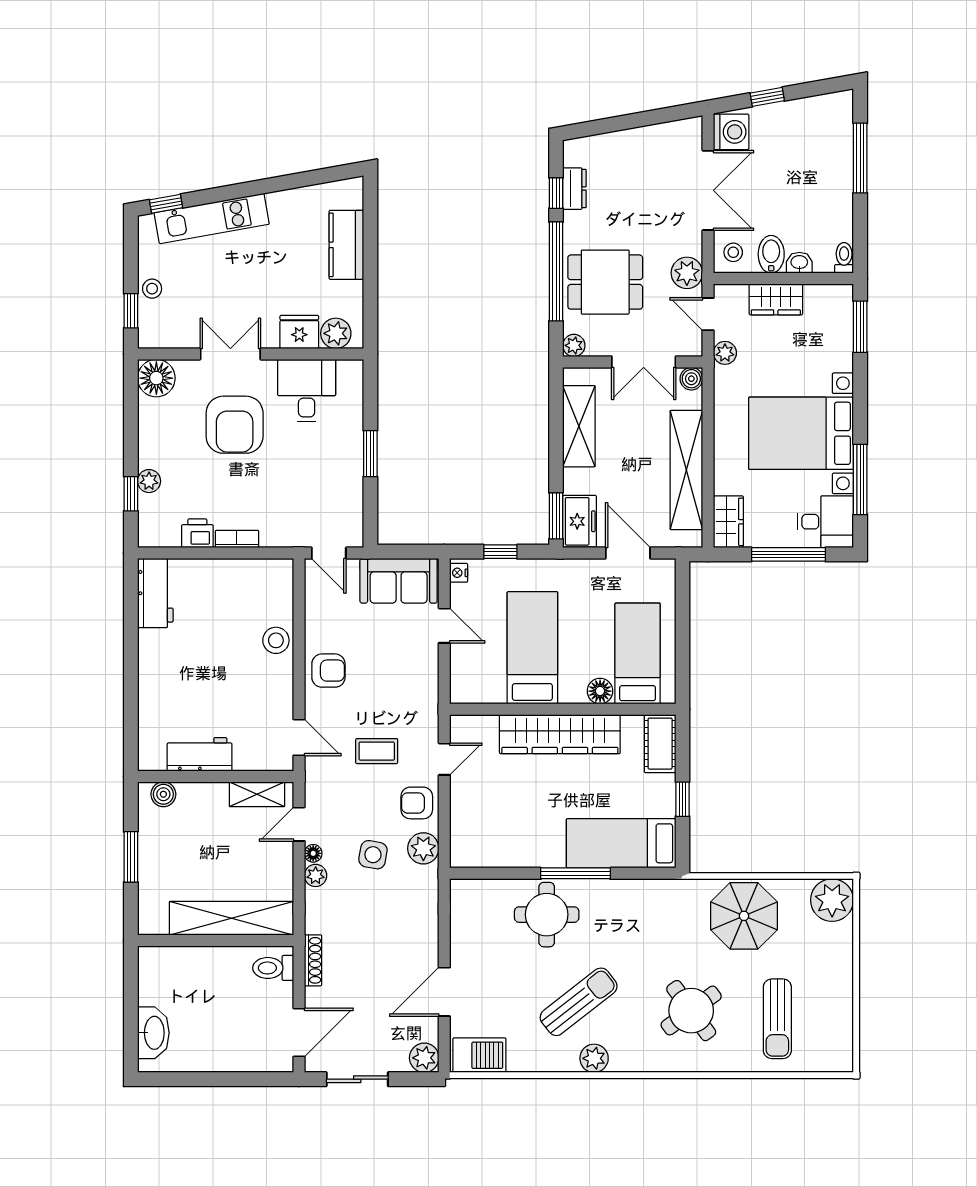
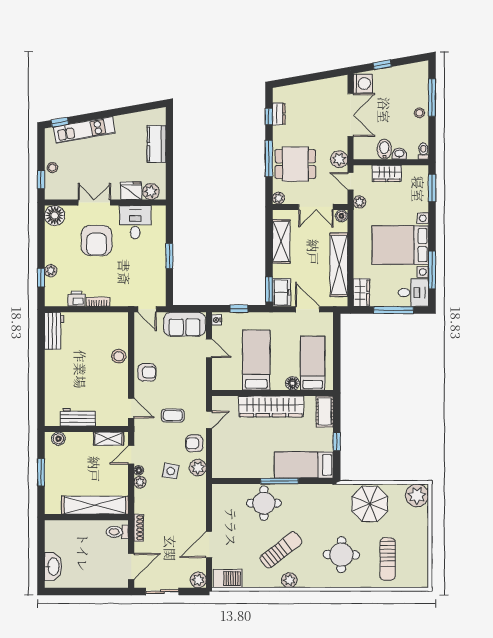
stool: (733, 252) -> (419, 113), moved
window: (556, 271) -> (269, 158), width x0.68
round table: (691, 1011) -> (341, 555), turned 37

